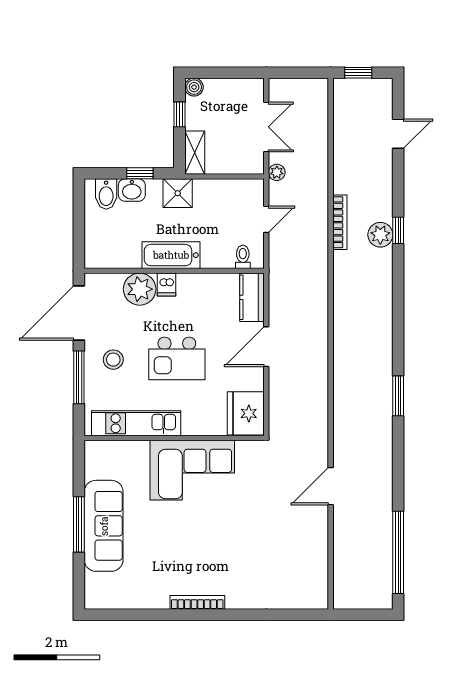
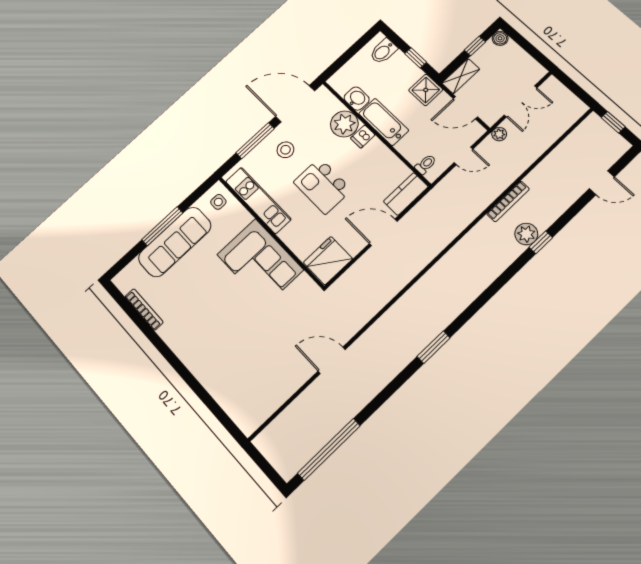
door: (226, 177) -> (465, 108), added
washbasin: (132, 190) -> (357, 99), moved, turned 180
side table: (104, 458) -> (218, 202), added
bookcase: (197, 602) -> (144, 310), moved

